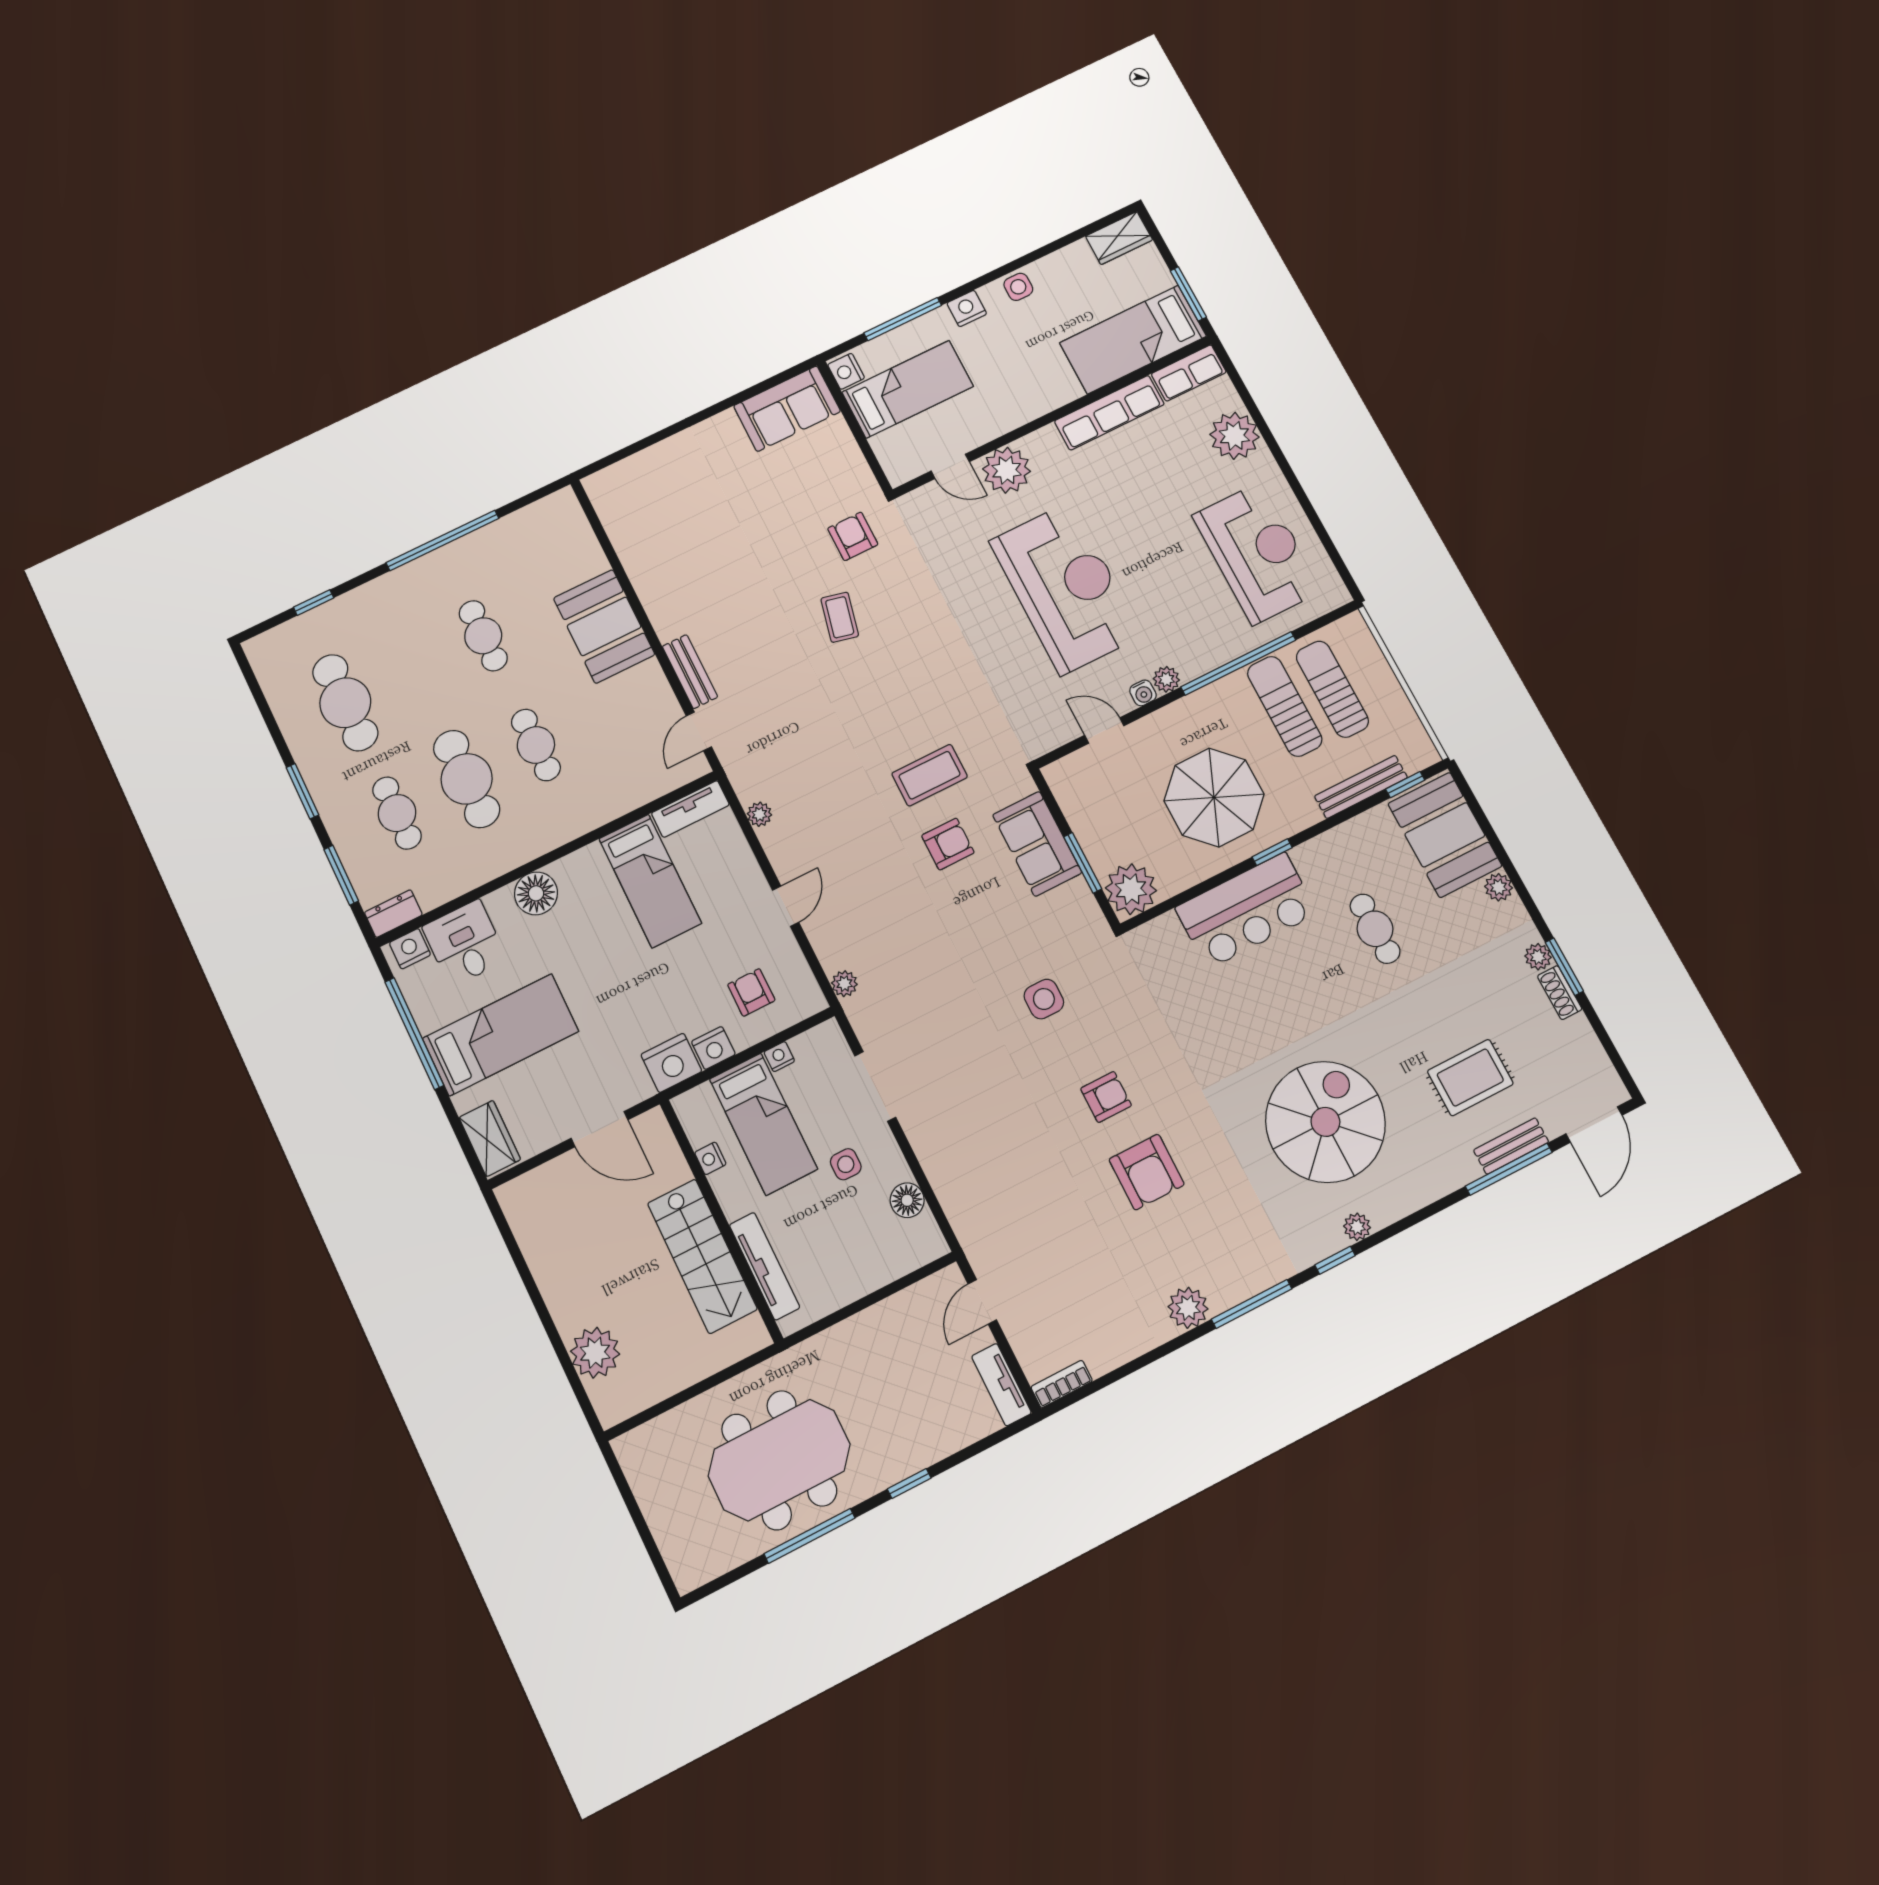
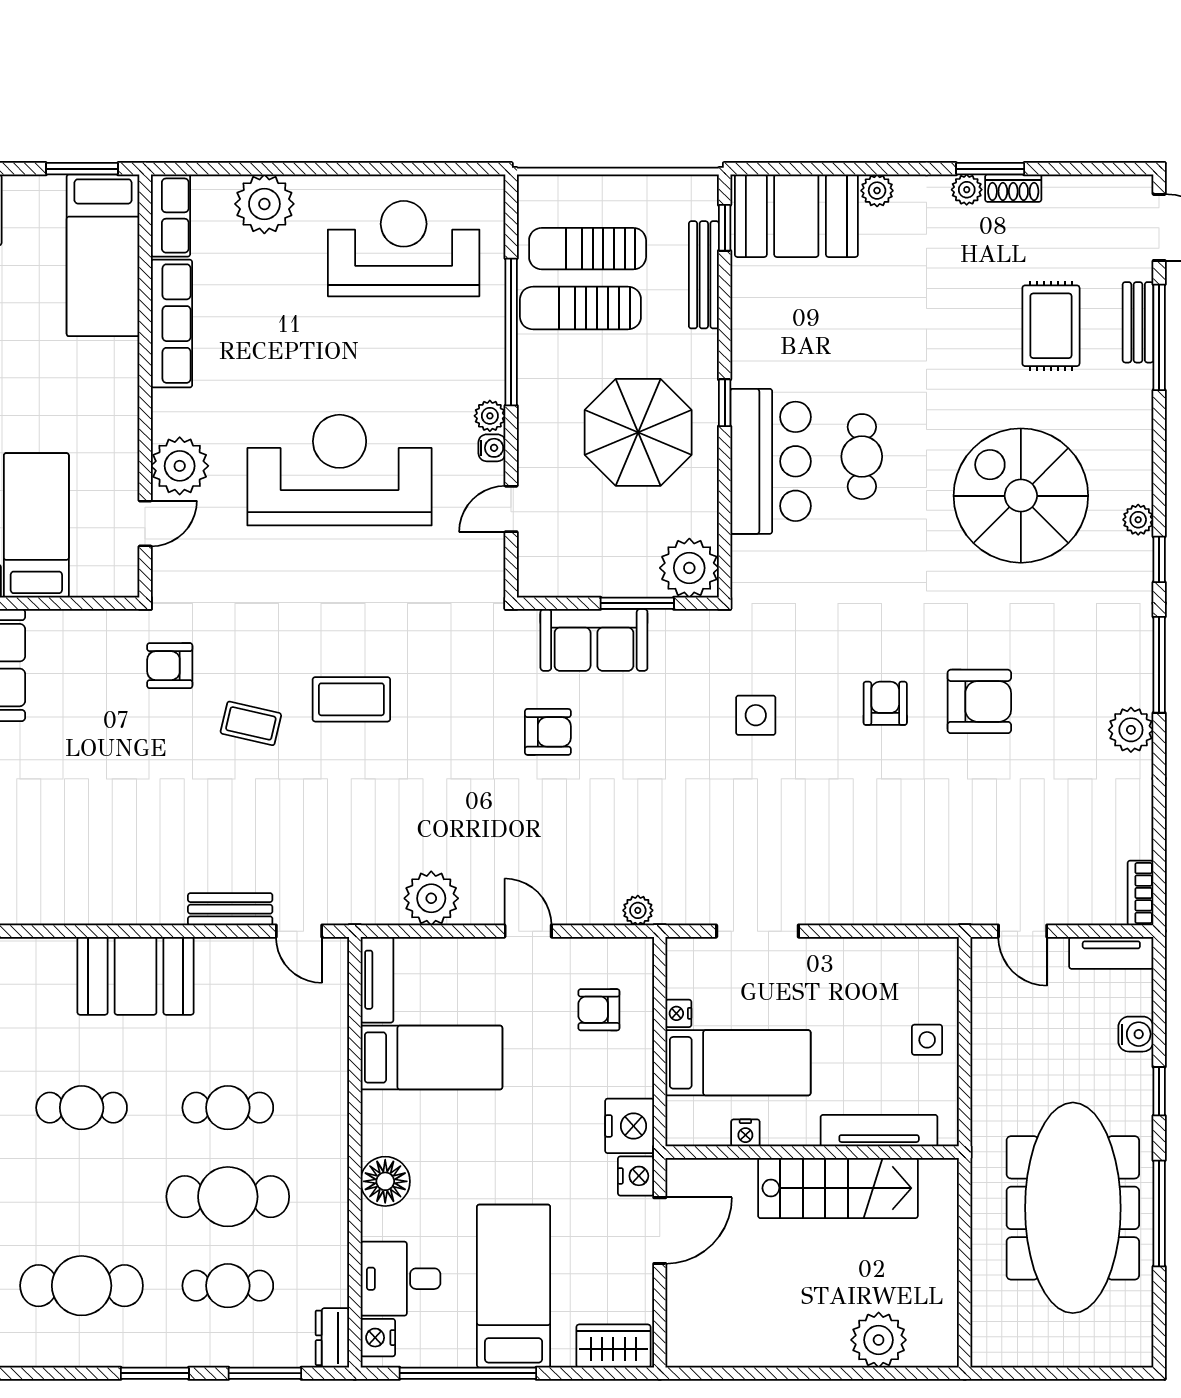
coffee table: (930, 775) -> (351, 699), moved, turned 90
plant: (759, 814) -> (431, 898), width x1.88, depth x1.88
armchair: (948, 844) -> (548, 732), turned 90
cafe table: (1375, 929) -> (862, 457), moved, turned 90
nightstand: (713, 1048) -> (636, 1176), moved
side table: (846, 1164) -> (927, 1040), moved
floor lamp: (907, 1200) -> (886, 956), removed
water cooler: (946, 1440) -> (1136, 1034), added
meeting table: (779, 1460) -> (1073, 1208), width x1.36

